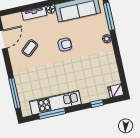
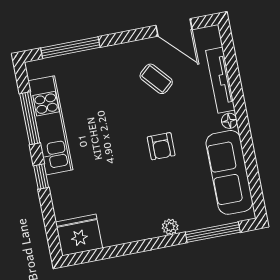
tv unit: (34, 13) -> (220, 80), width x1.41
fridge: (116, 91) -> (79, 235), width x1.88, depth x1.34
window: (97, 104) -> (41, 176), moved

